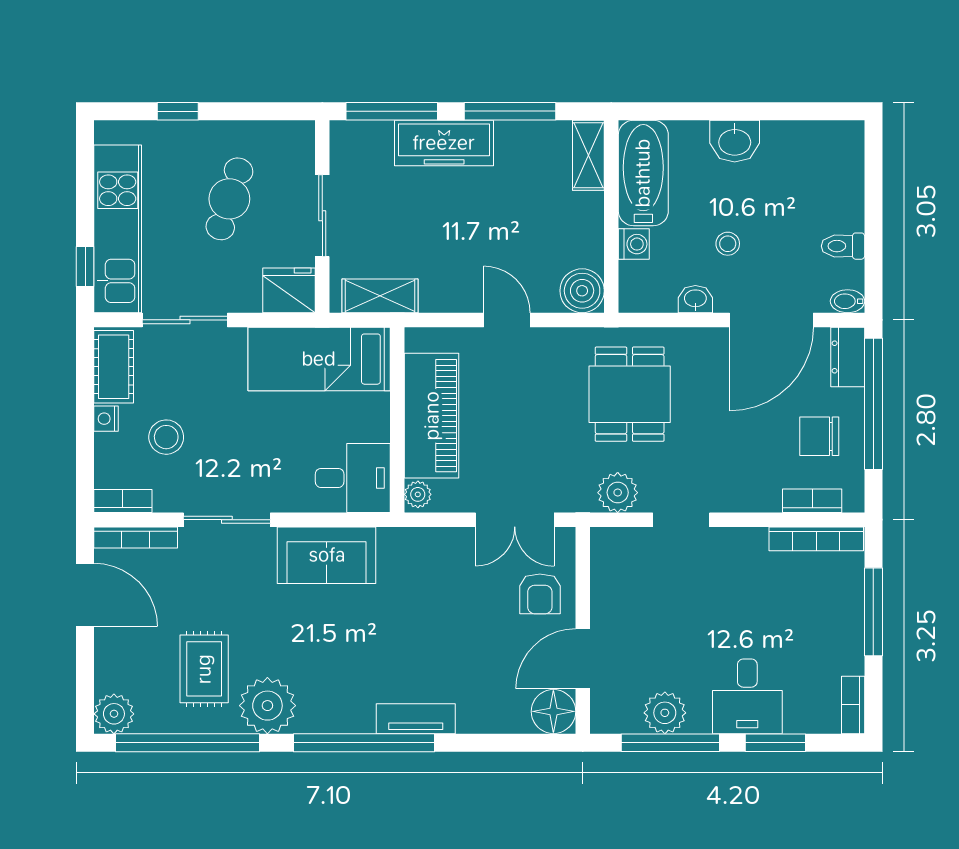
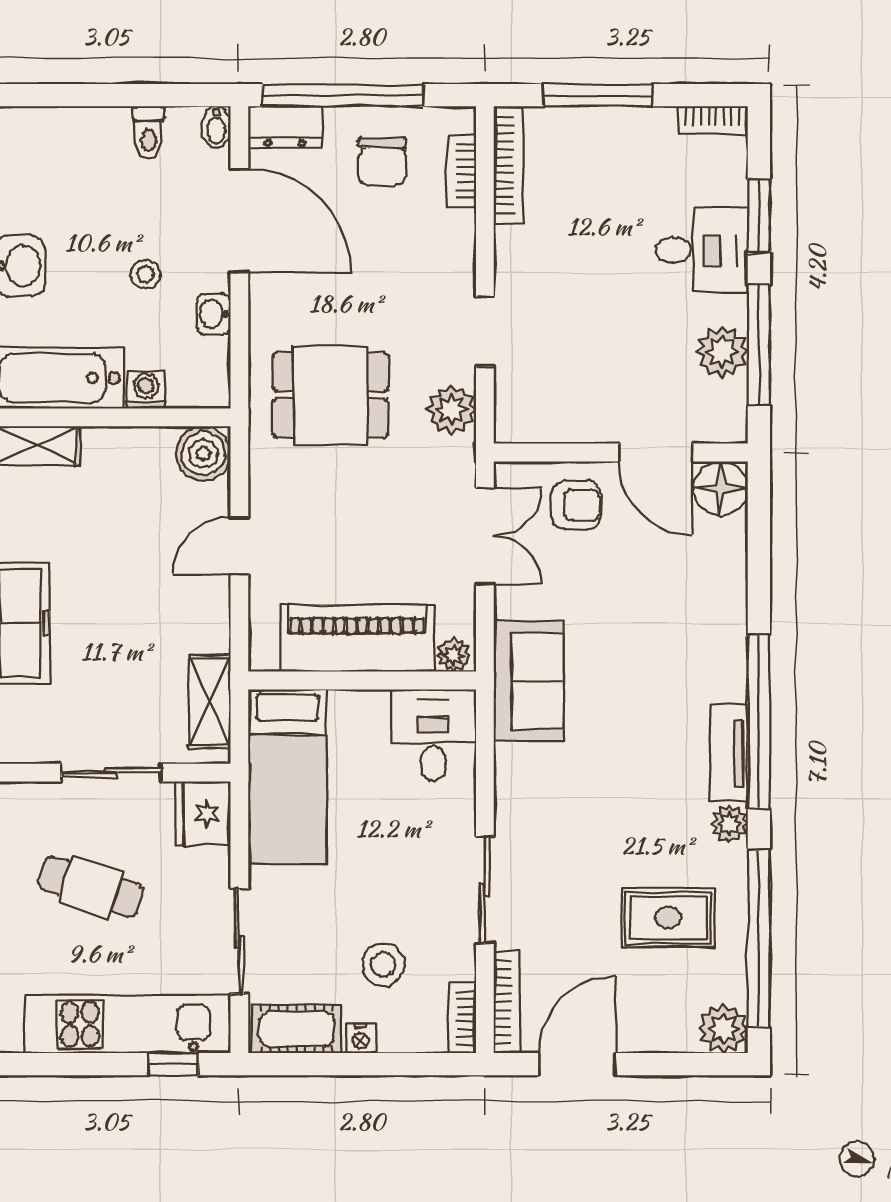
sofa: (327, 555) -> (528, 681), moved
plant: (267, 706) -> (729, 824), width x0.53, depth x0.53
tv unit: (416, 719) -> (729, 753), moved

